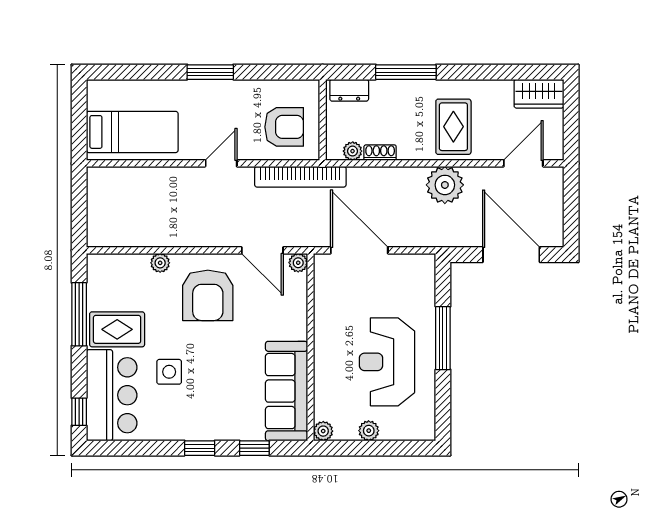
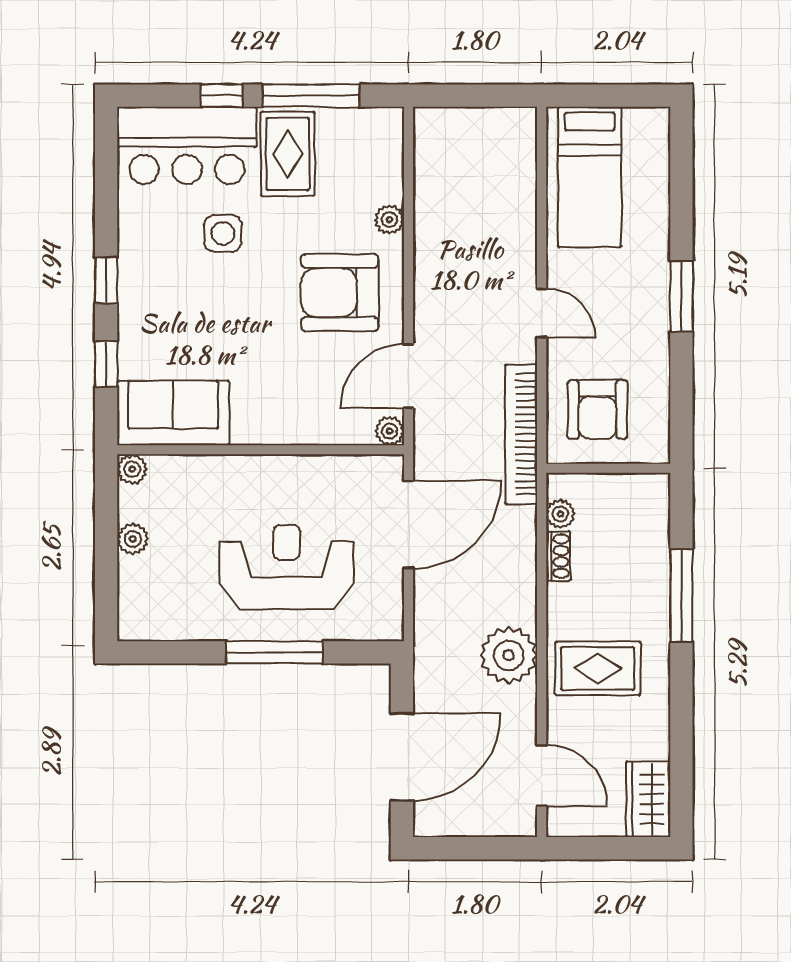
dresser: (349, 90) -> (654, 509), removed
reception desk: (387, 362) -> (287, 567), moved
sofa: (286, 391) -> (173, 413), width x0.73
window: (79, 412) -> (222, 96), moved

